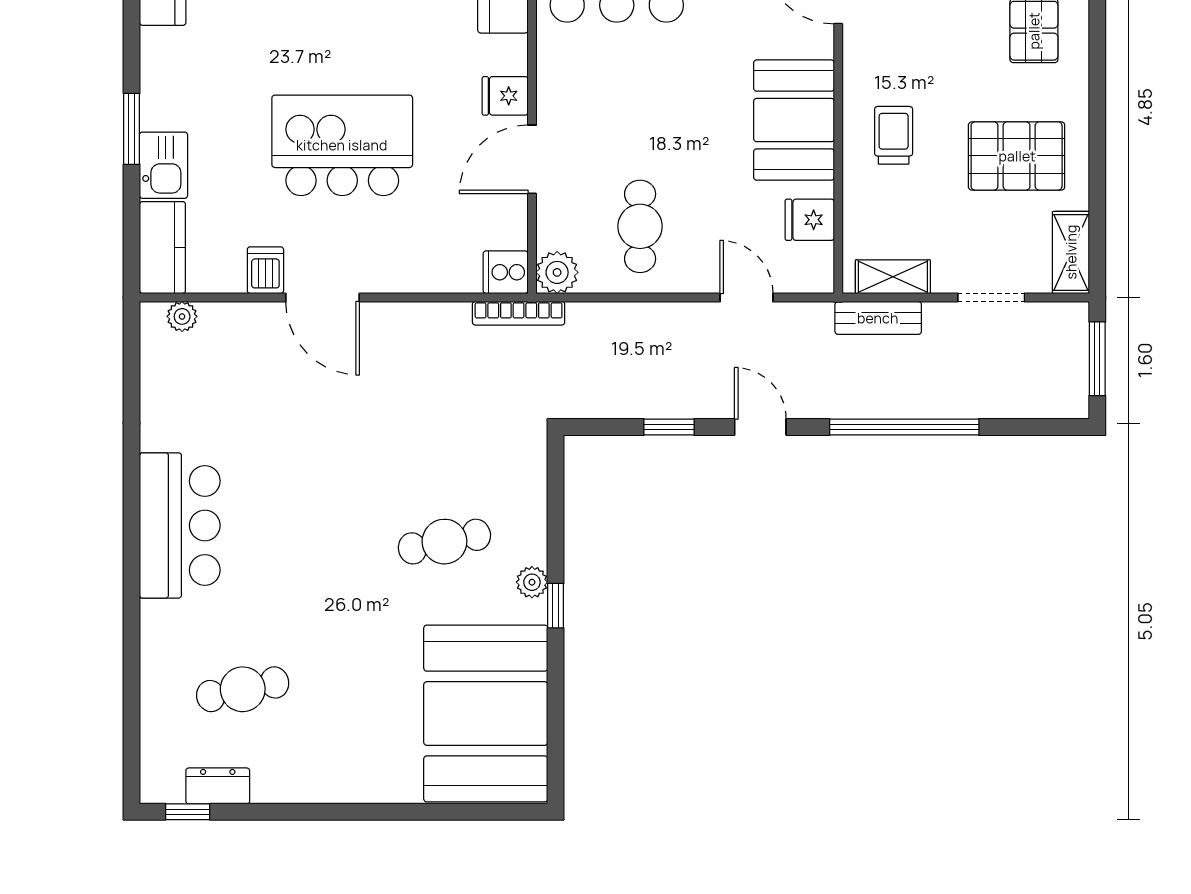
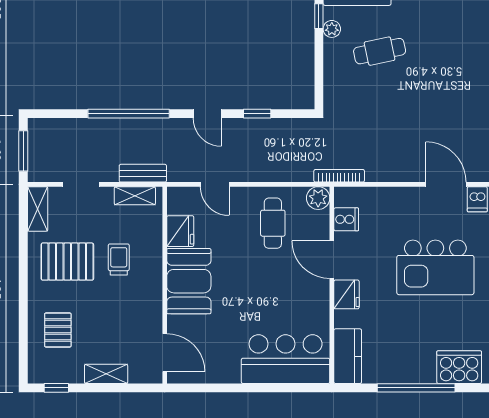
fridge: (505, 96) -> (346, 294), width x1.38
trolley: (894, 135) -> (119, 259), moved, turned 180
door: (532, 159) -> (332, 260), swing flipped
fridge: (810, 220) -> (180, 231), width x1.38
cooker: (506, 272) -> (346, 219), moved

